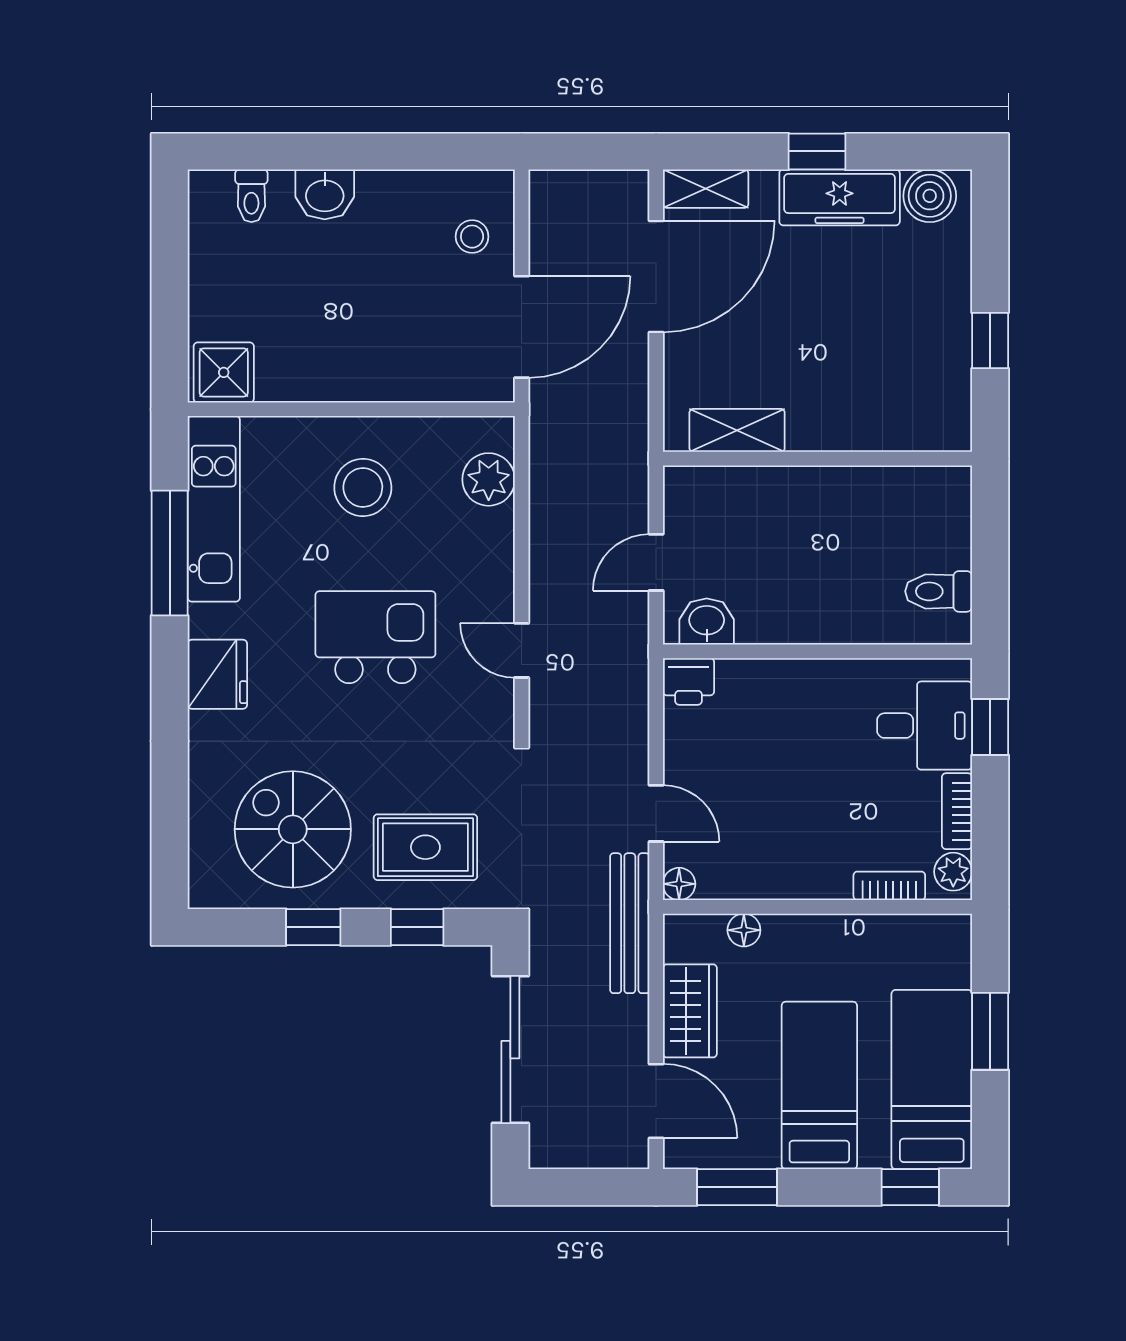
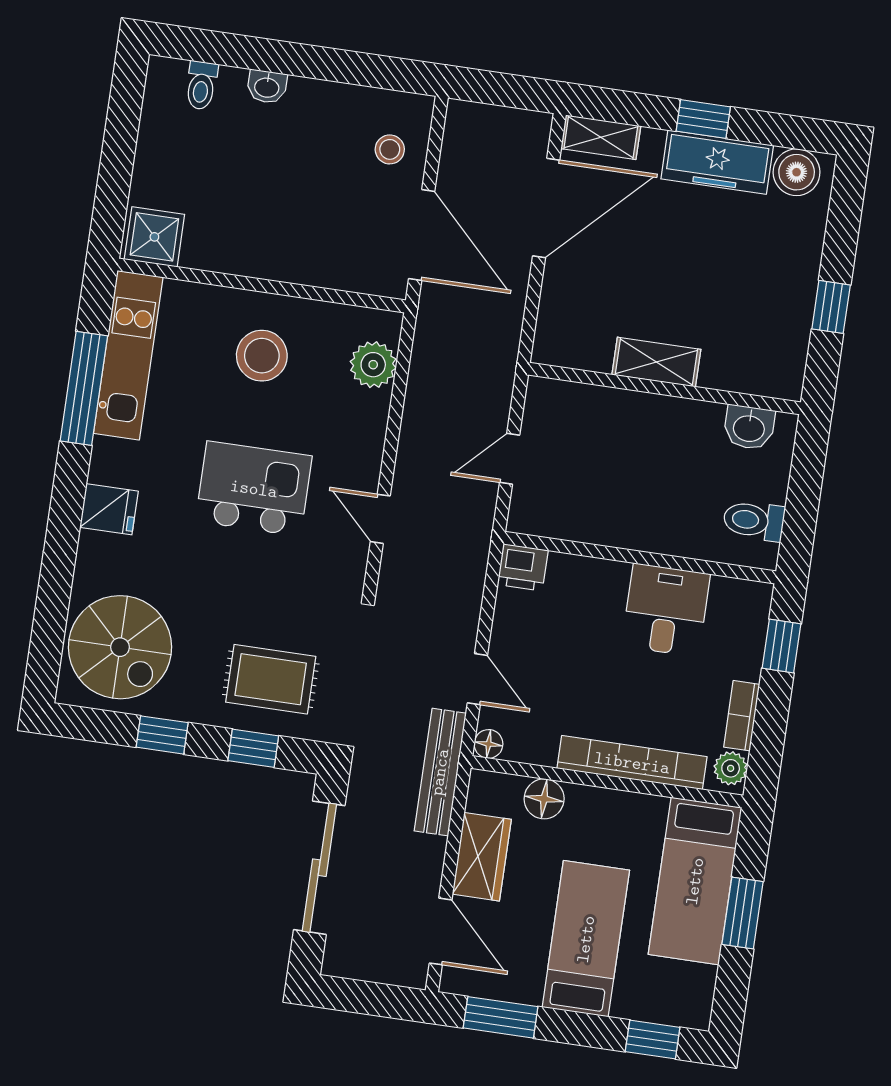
washbasin: (325, 194) -> (267, 87), width x0.72, depth x0.69
door: (522, 327) -> (422, 235), hinge flipped
shelving: (737, 430) -> (656, 362), moved
washbasin: (707, 622) -> (749, 427), moved, turned 180
fridge: (217, 674) -> (109, 509), width x0.72
desk: (925, 726) -> (666, 610), moved, turned -90
spiral stairs: (293, 829) -> (120, 647), moved, turned 180
bookcase: (889, 886) -> (632, 763), width x2.31, depth x1.31
floor lamp: (744, 930) -> (544, 799), width x1.37, depth x1.37
bed: (932, 1080) -> (695, 881), moved, turned 180

